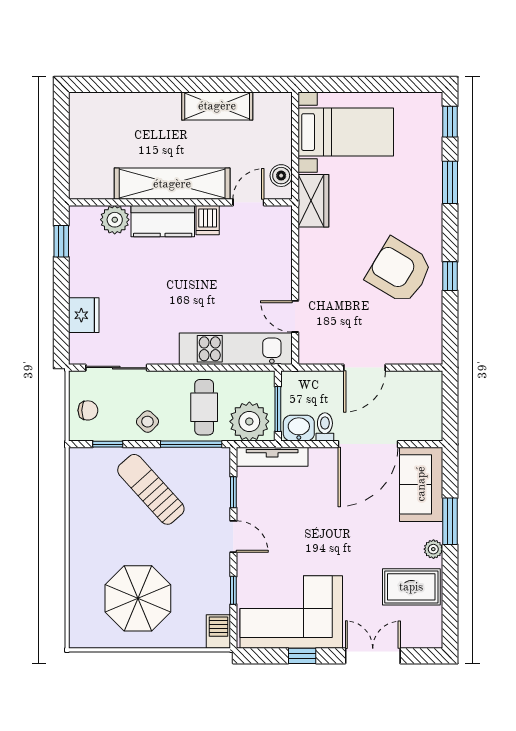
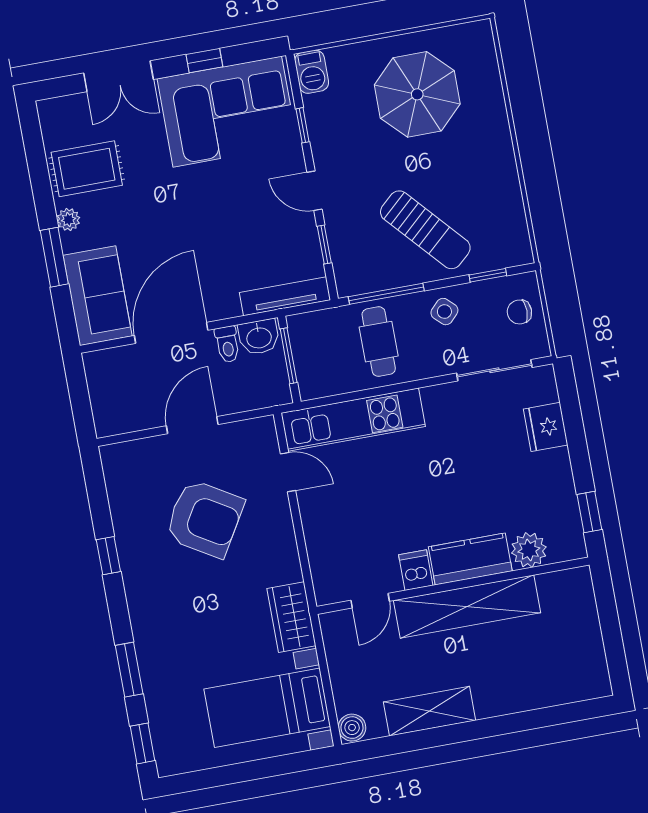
boiler: (281, 176) -> (352, 728), moved
armchair: (399, 271) -> (205, 518), moved
plant: (249, 421) -> (321, 334), removed

